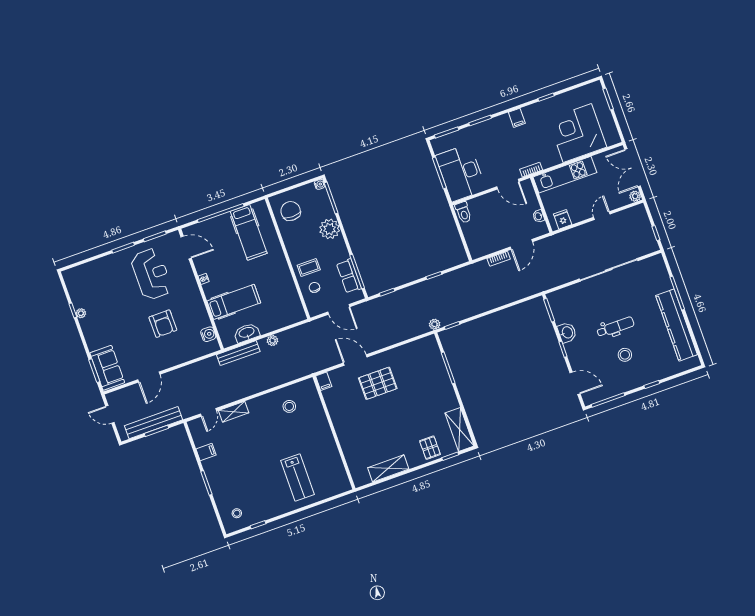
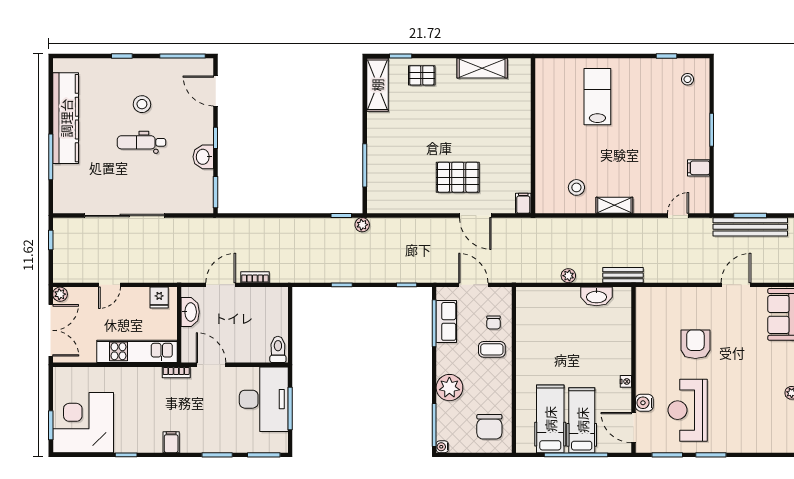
corner desk: (577, 133) -> (83, 423), moved, turned 180
washbasin: (539, 216) -> (190, 312), width x1.91, depth x1.45
hospital bed: (234, 302) -> (582, 420), moved, turned 90
water cooler: (208, 334) -> (644, 403), moved
bench: (238, 353) -> (623, 275), width x0.73
shelving: (234, 412) -> (614, 205), moved
pallet: (430, 448) -> (422, 75), turned 90

